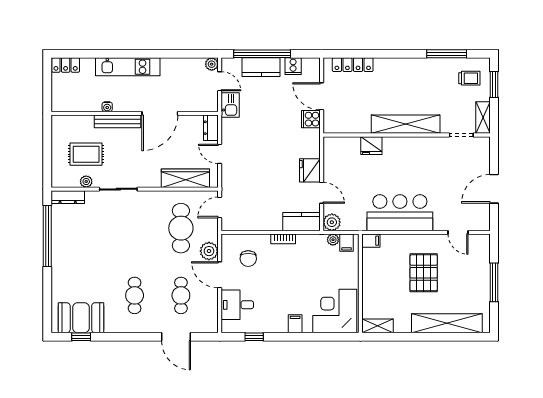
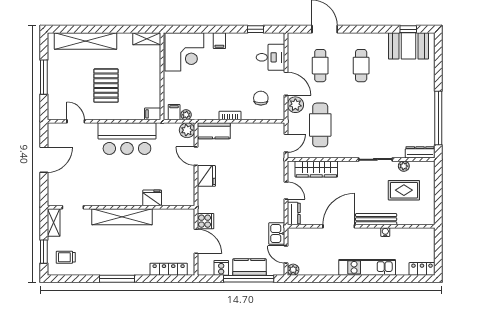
window: (447, 54) -> (117, 279), moved

